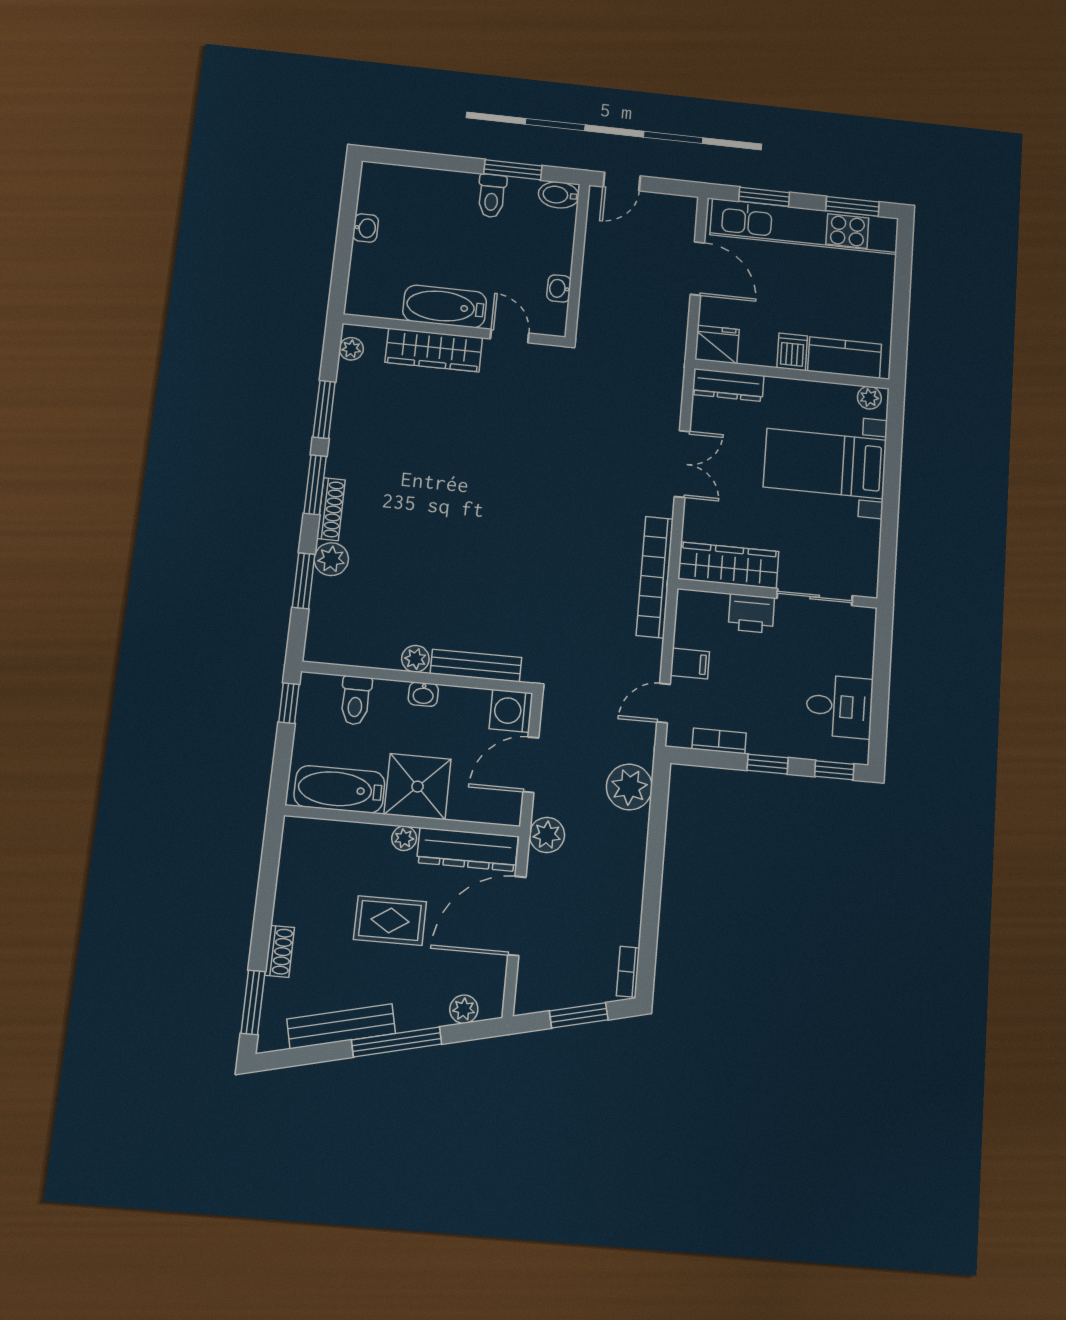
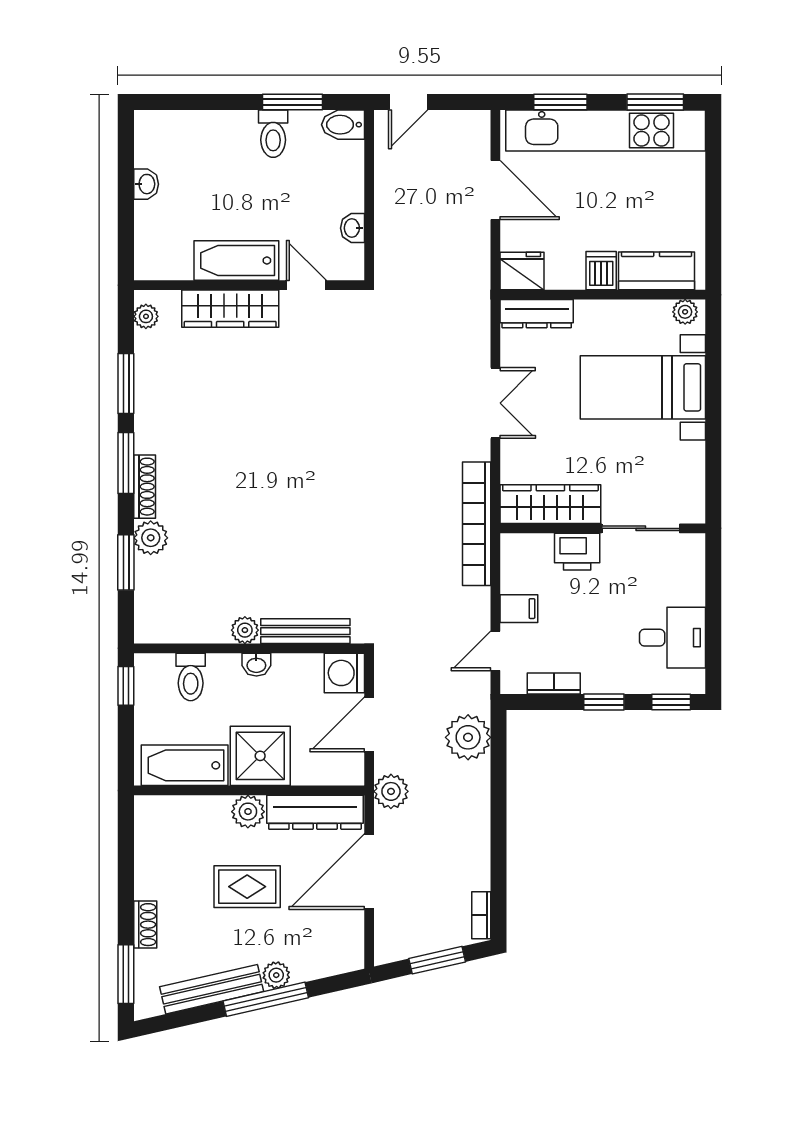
plant: (404, 838) -> (248, 812), width x1.38, depth x1.38
plant: (464, 1009) -> (276, 975), moved

